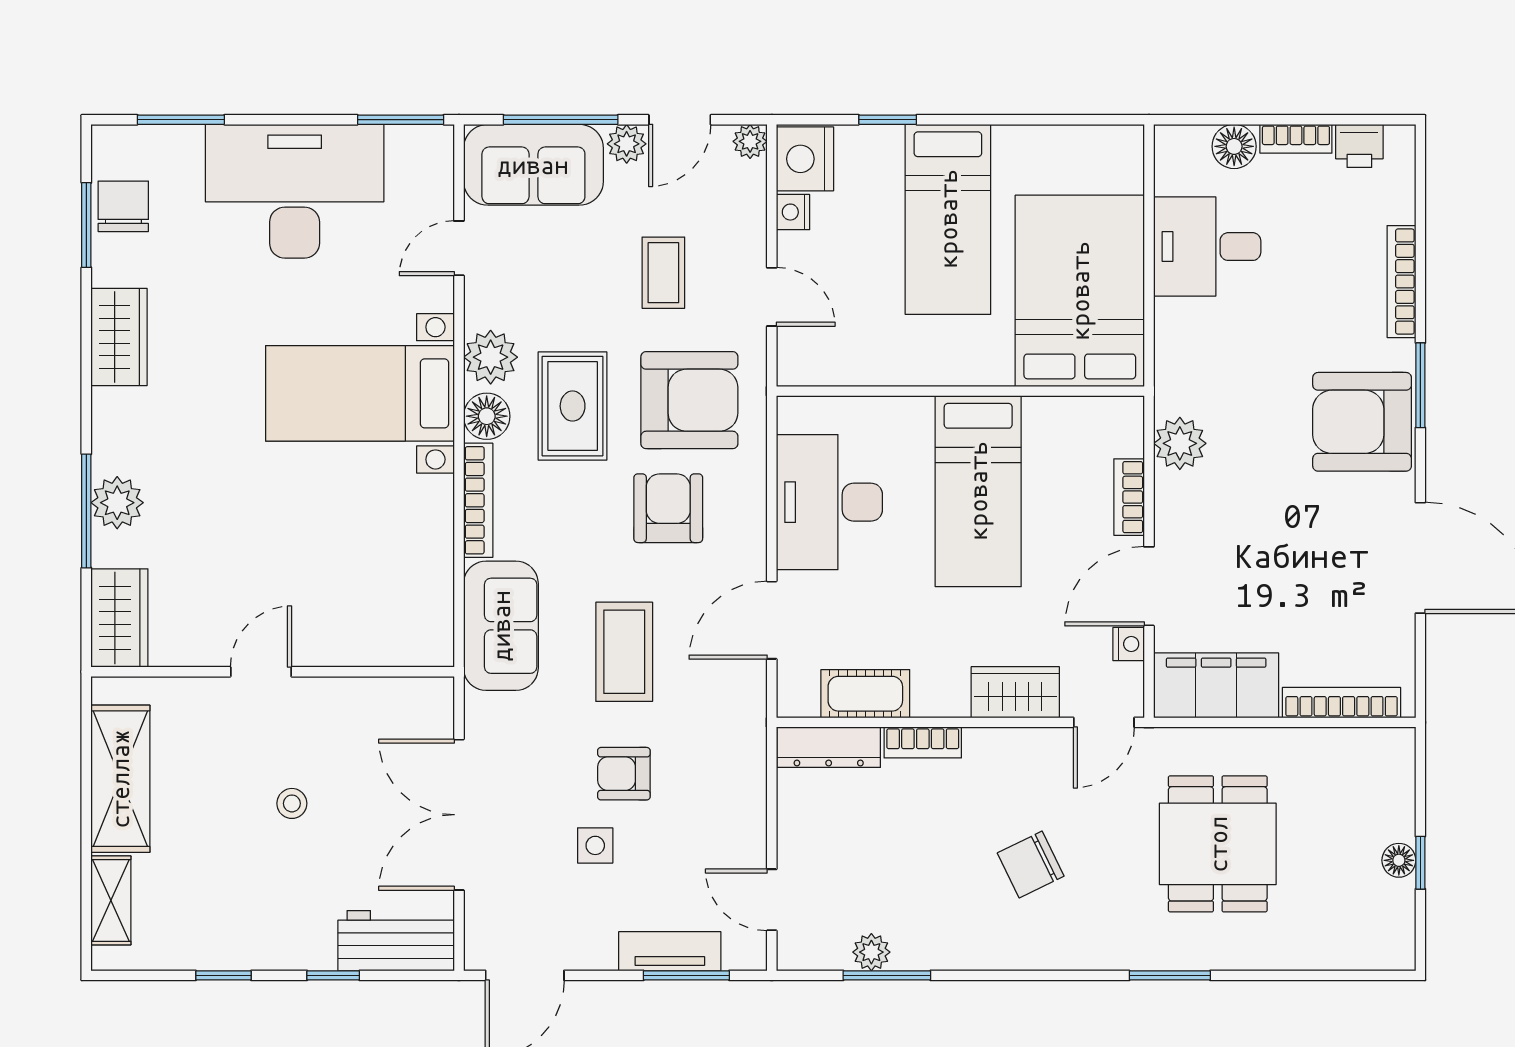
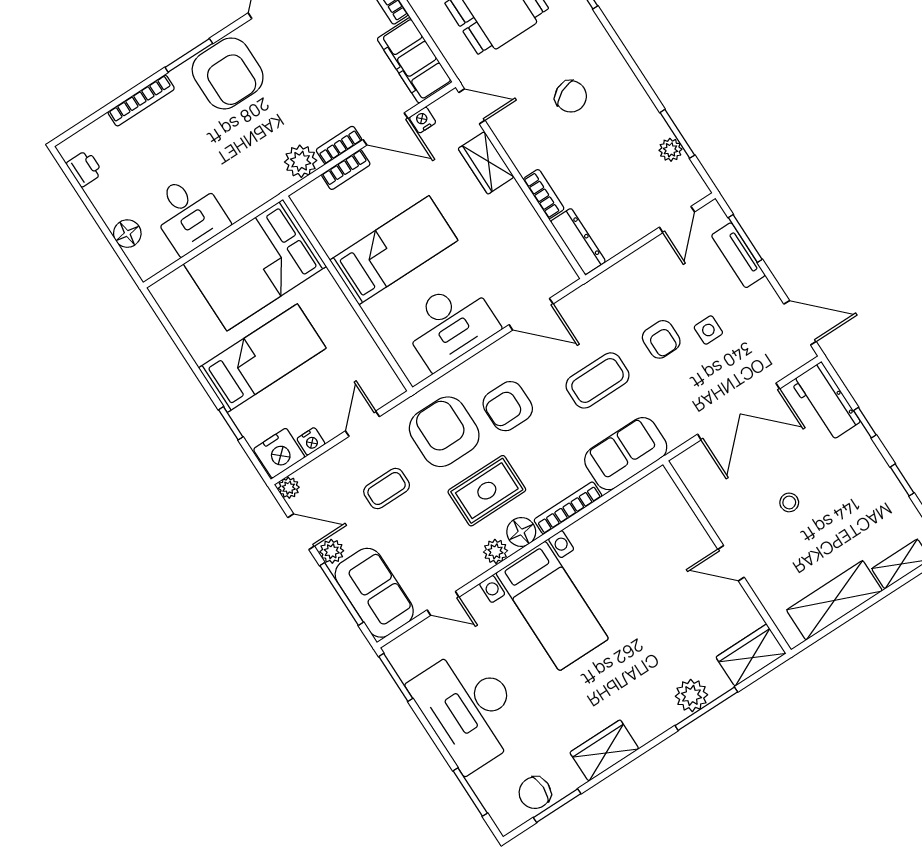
bookcase: (1296, 139) -> (339, 145), moved, turned -90
plant: (491, 357) -> (495, 551), width x0.73, depth x0.73
cot: (865, 694) -> (538, 241), removed

